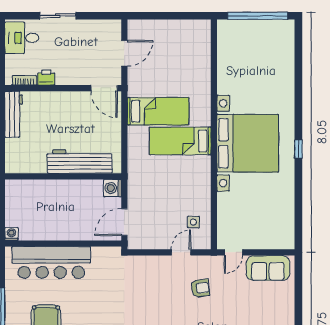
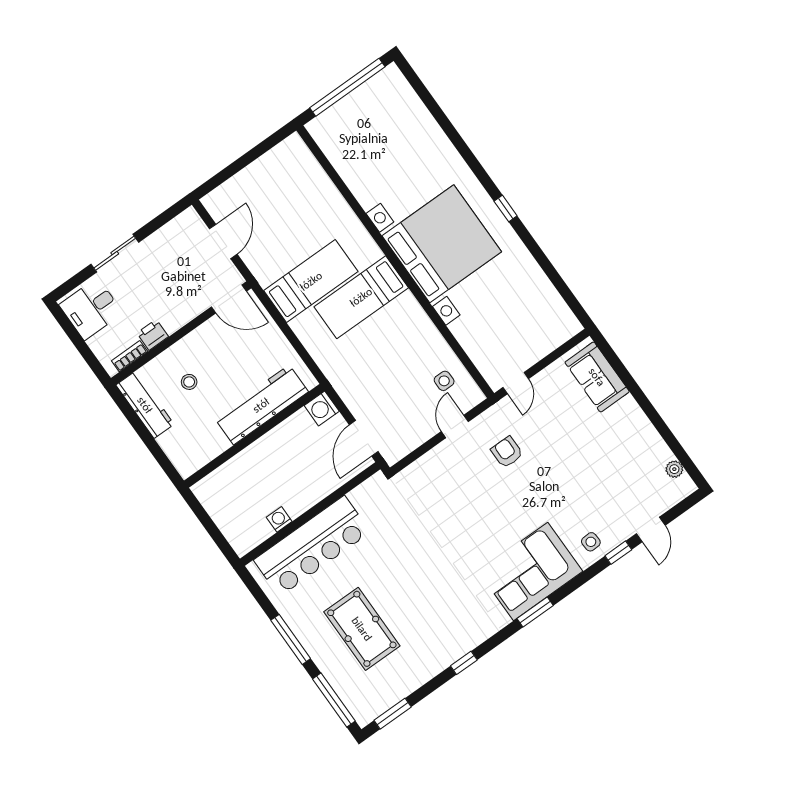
stool: (48, 119) -> (189, 382), added
washing machine: (11, 234) -> (279, 519), moved
sofa: (268, 268) -> (597, 377), moved, turned 90
armchair: (200, 288) -> (507, 452), turned -83

